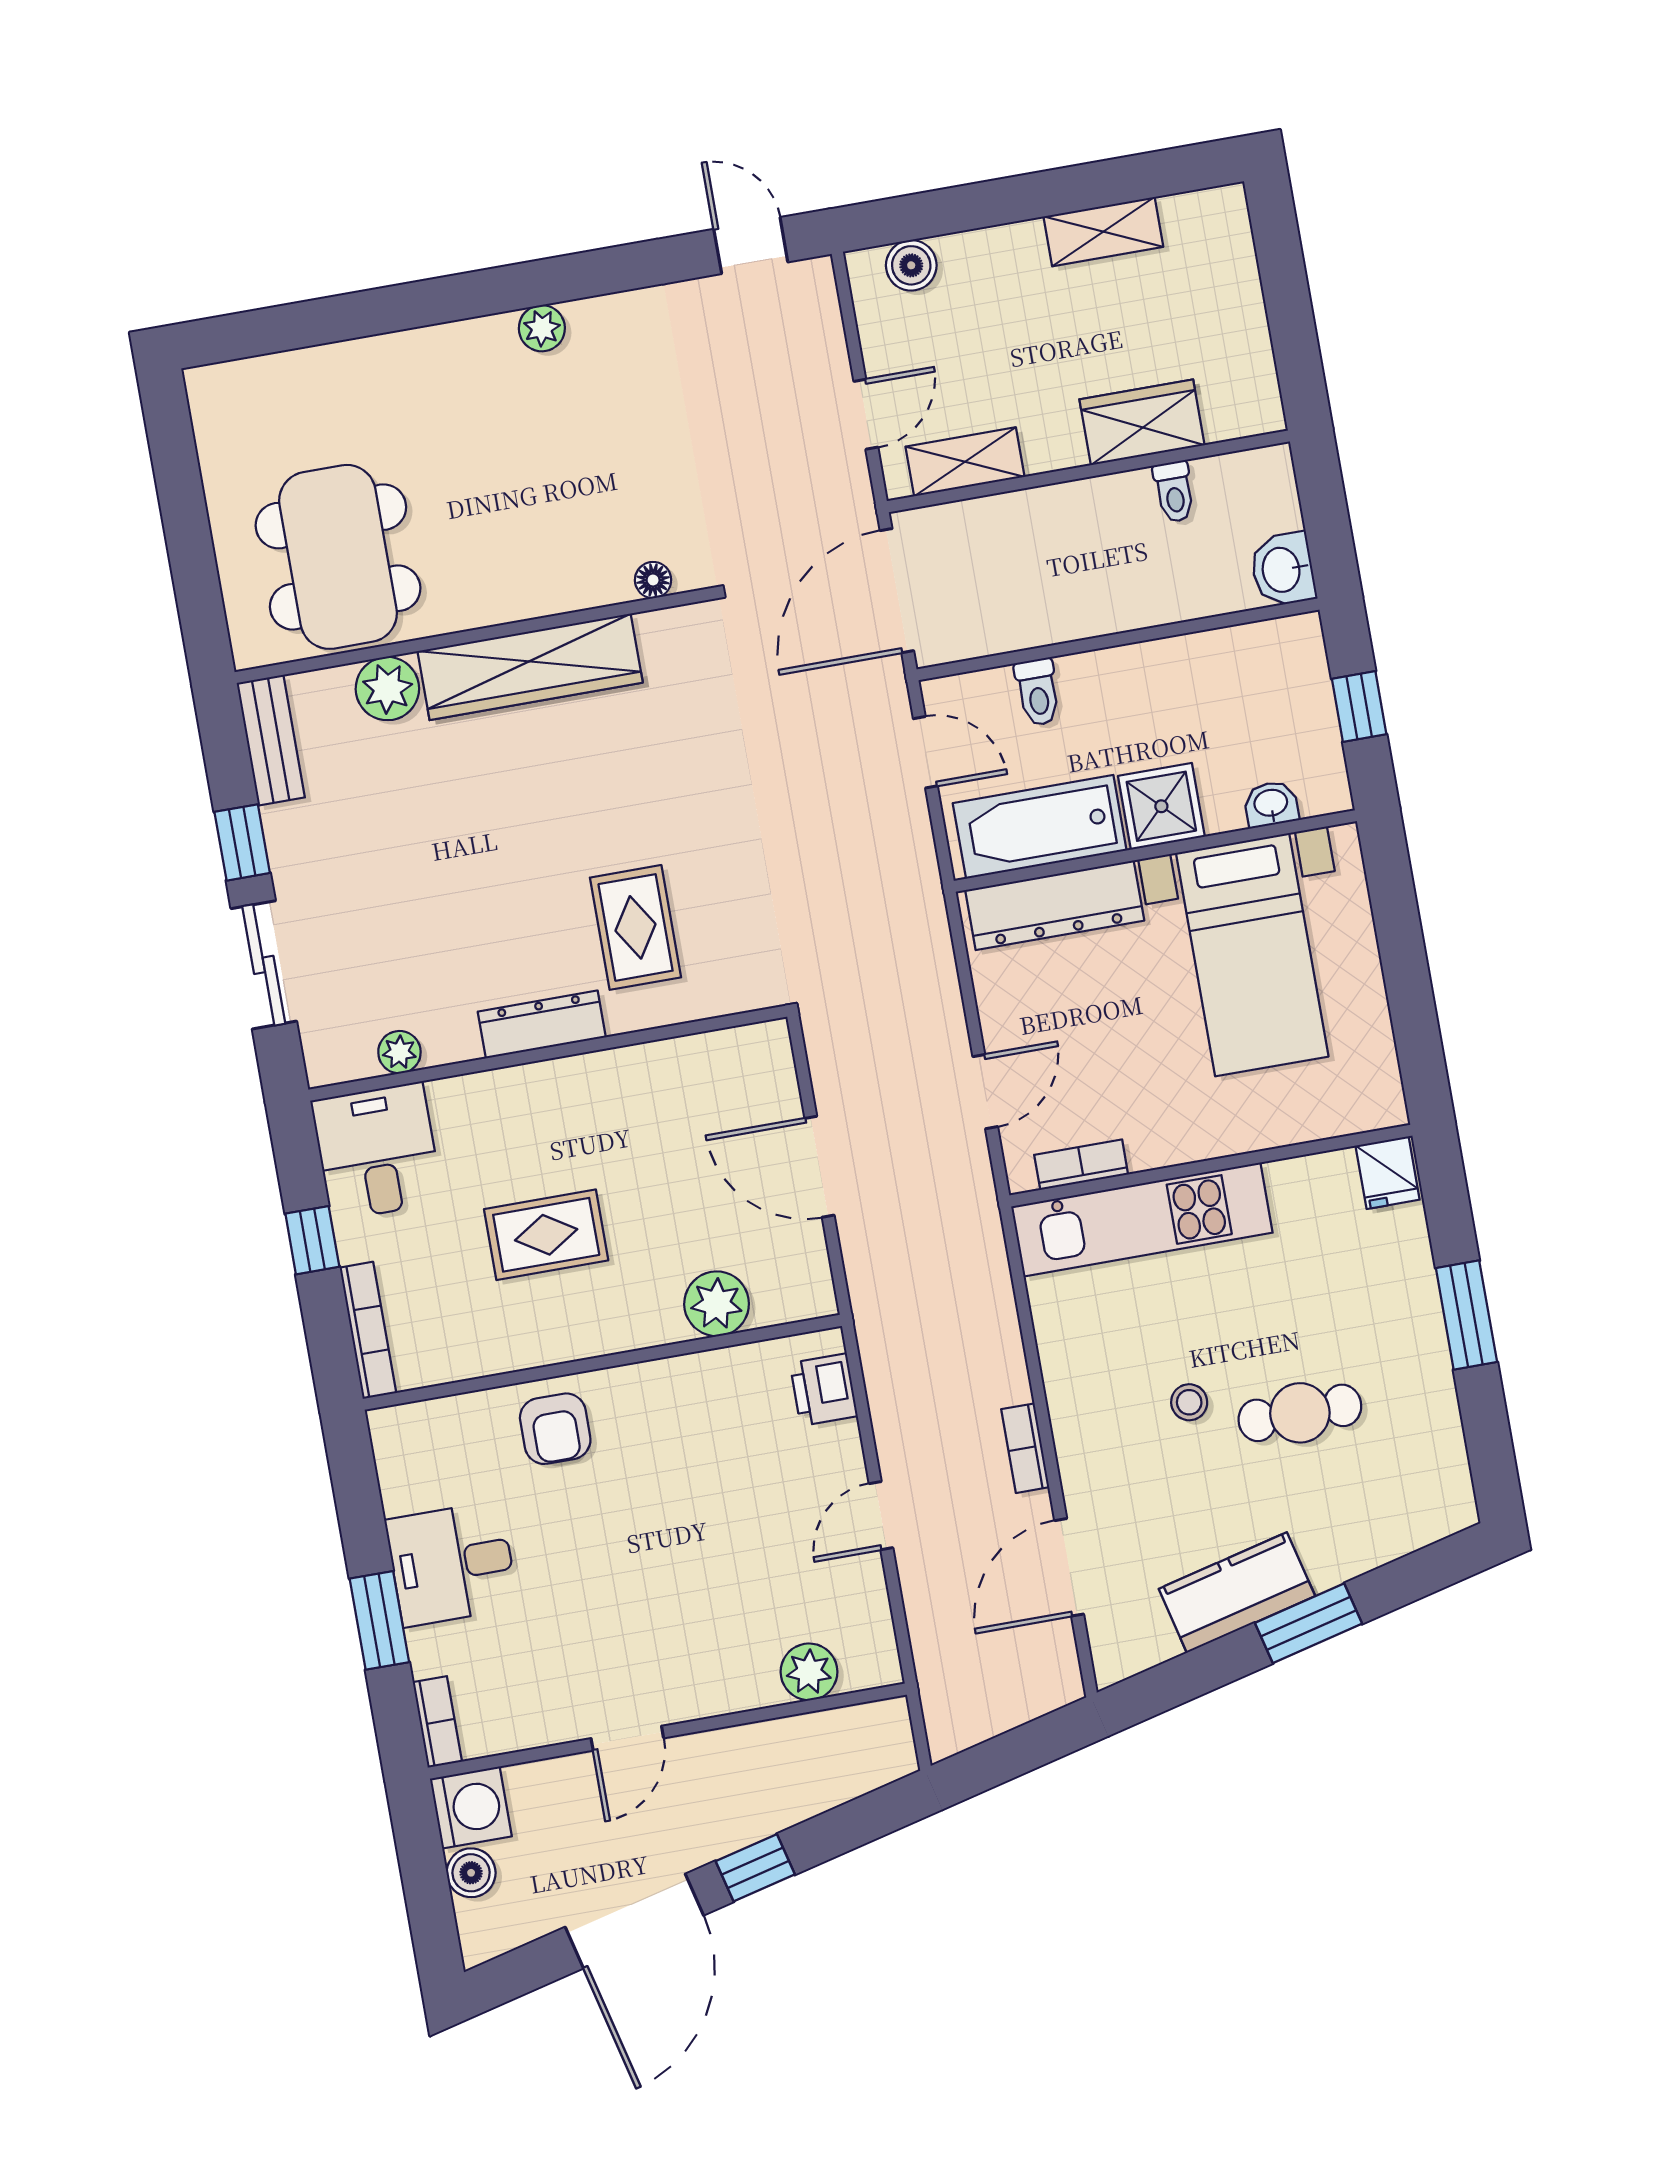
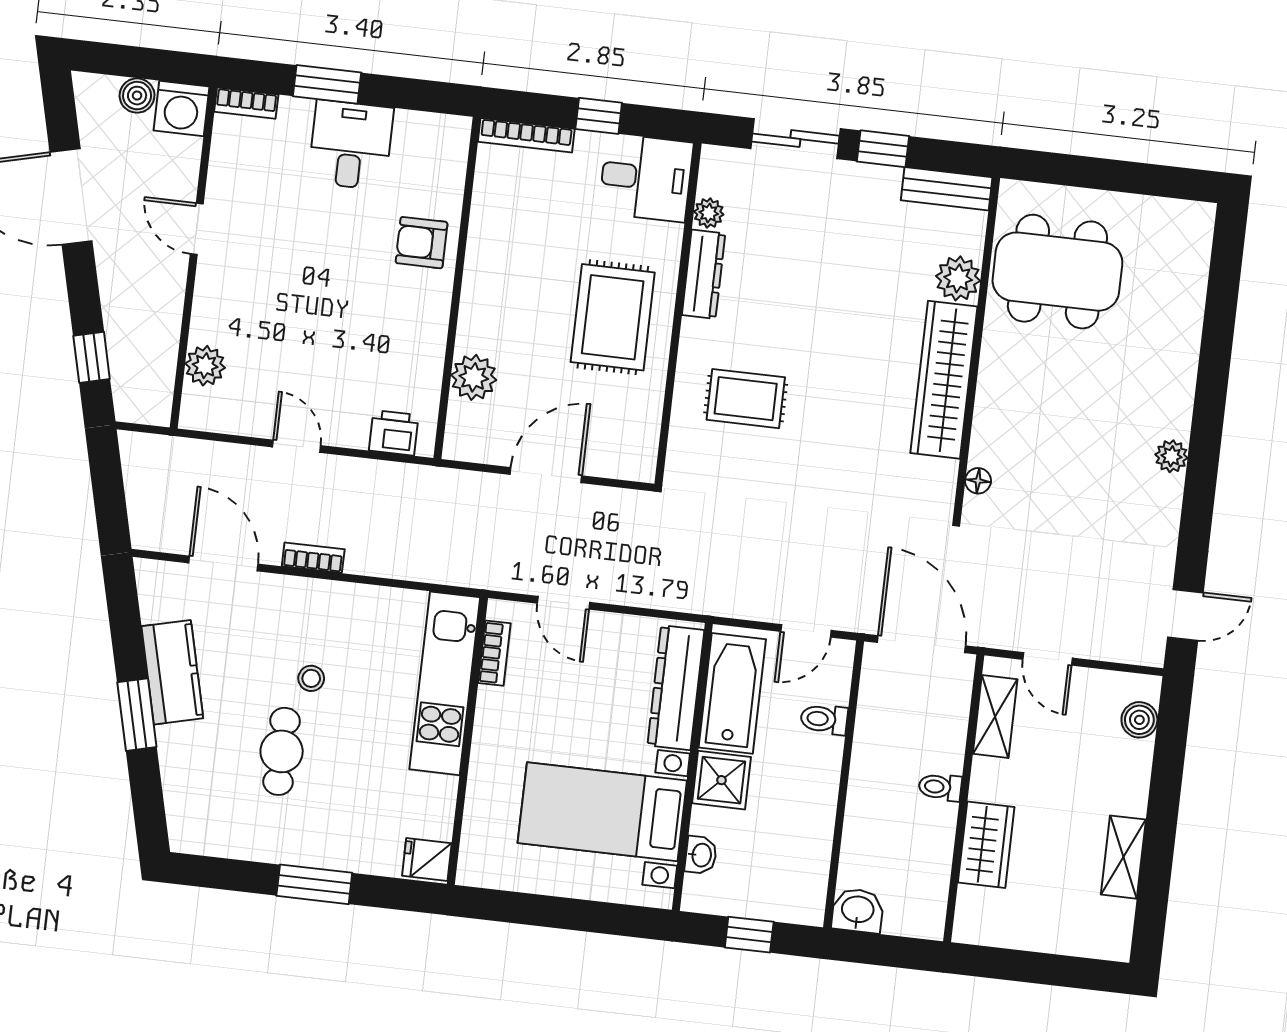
toilet: (1174, 492) -> (940, 787), moved
dresser: (542, 1024) -> (704, 274), moved
rug: (546, 1235) -> (613, 317), moved, width x1.36, depth x1.43
window: (755, 1868) -> (92, 357), moved

